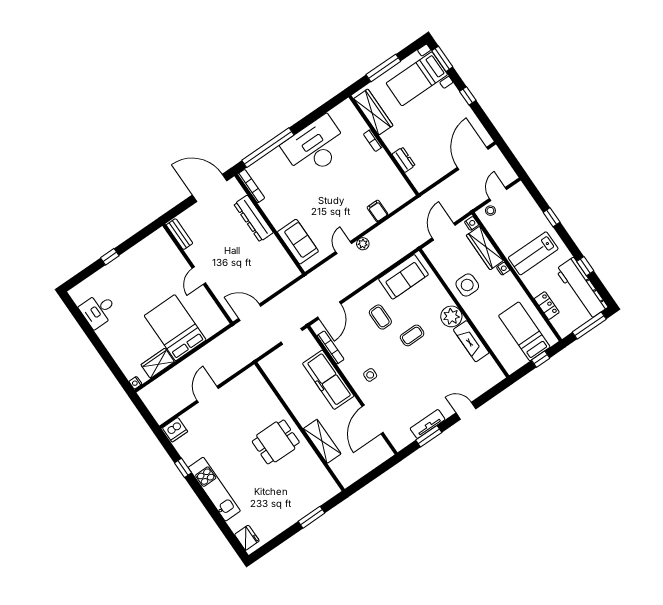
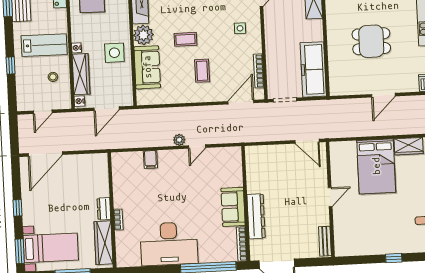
dresser: (404, 160) -> (104, 209), moved
stool: (490, 211) -> (53, 77), moved
sofa: (298, 242) -> (233, 207), moved
sofa: (403, 277) -> (147, 67), moved, turned 90
freezer: (328, 380) -> (313, 69), moved, turned 180
dining table: (276, 442) -> (371, 41), moved

